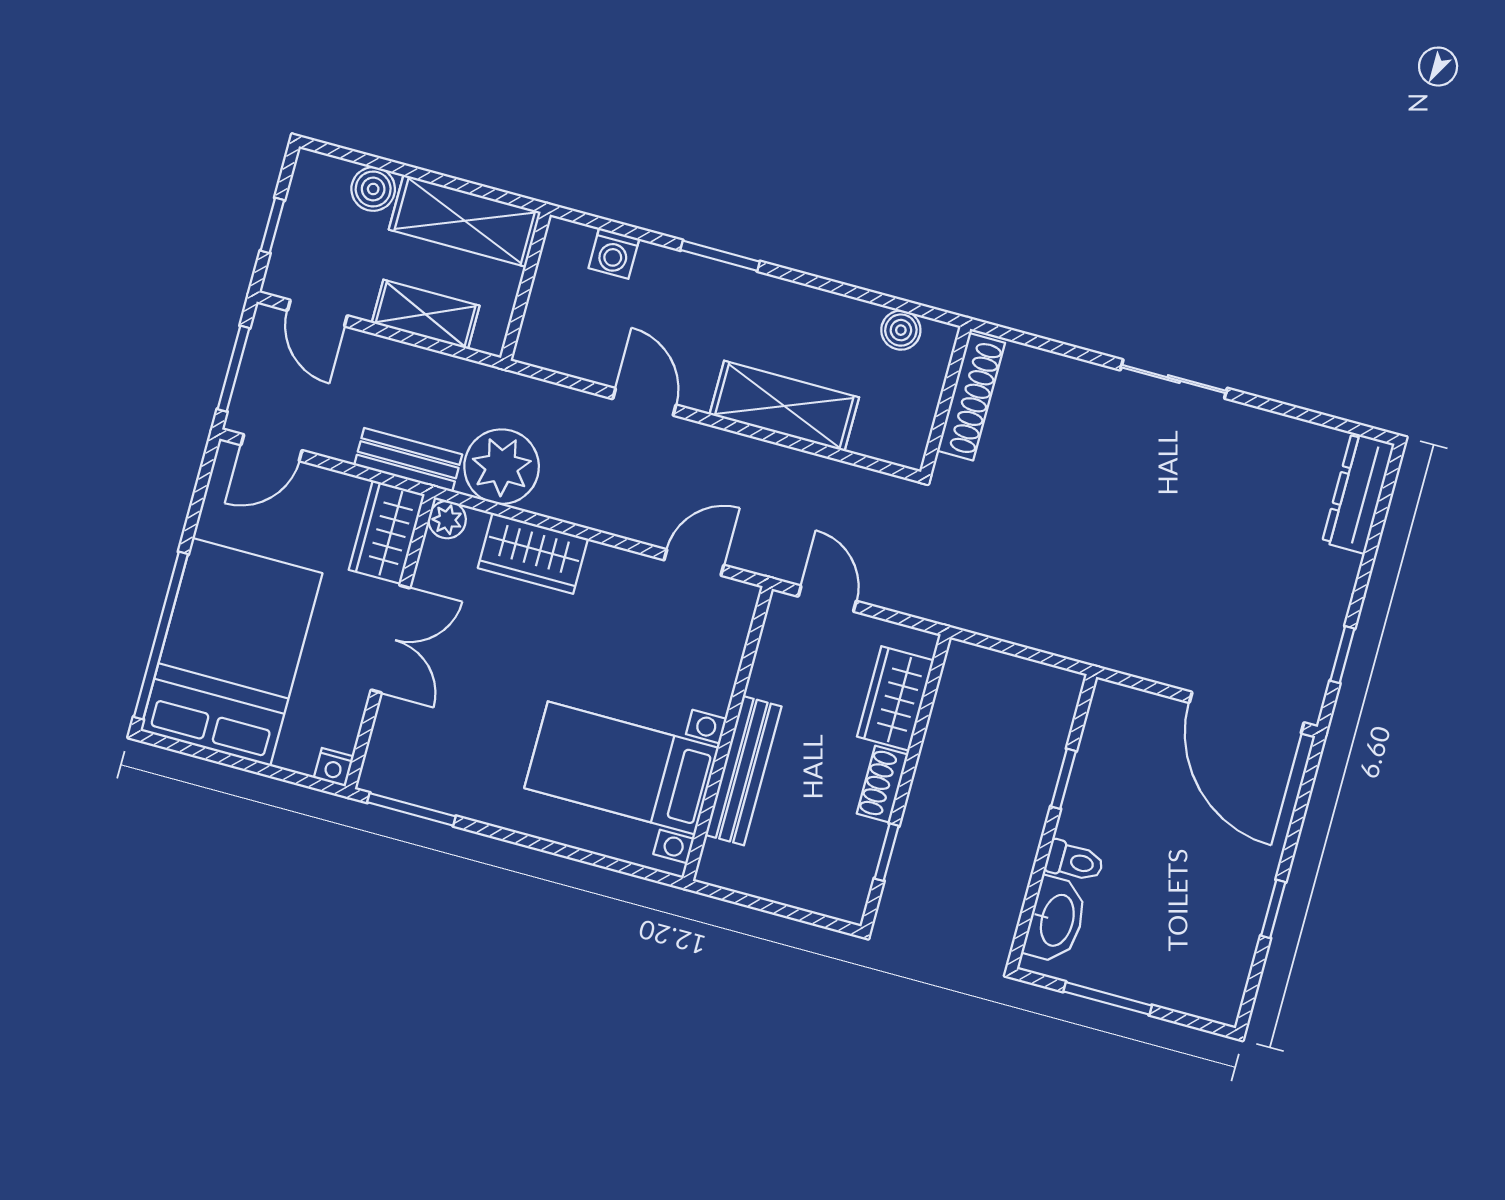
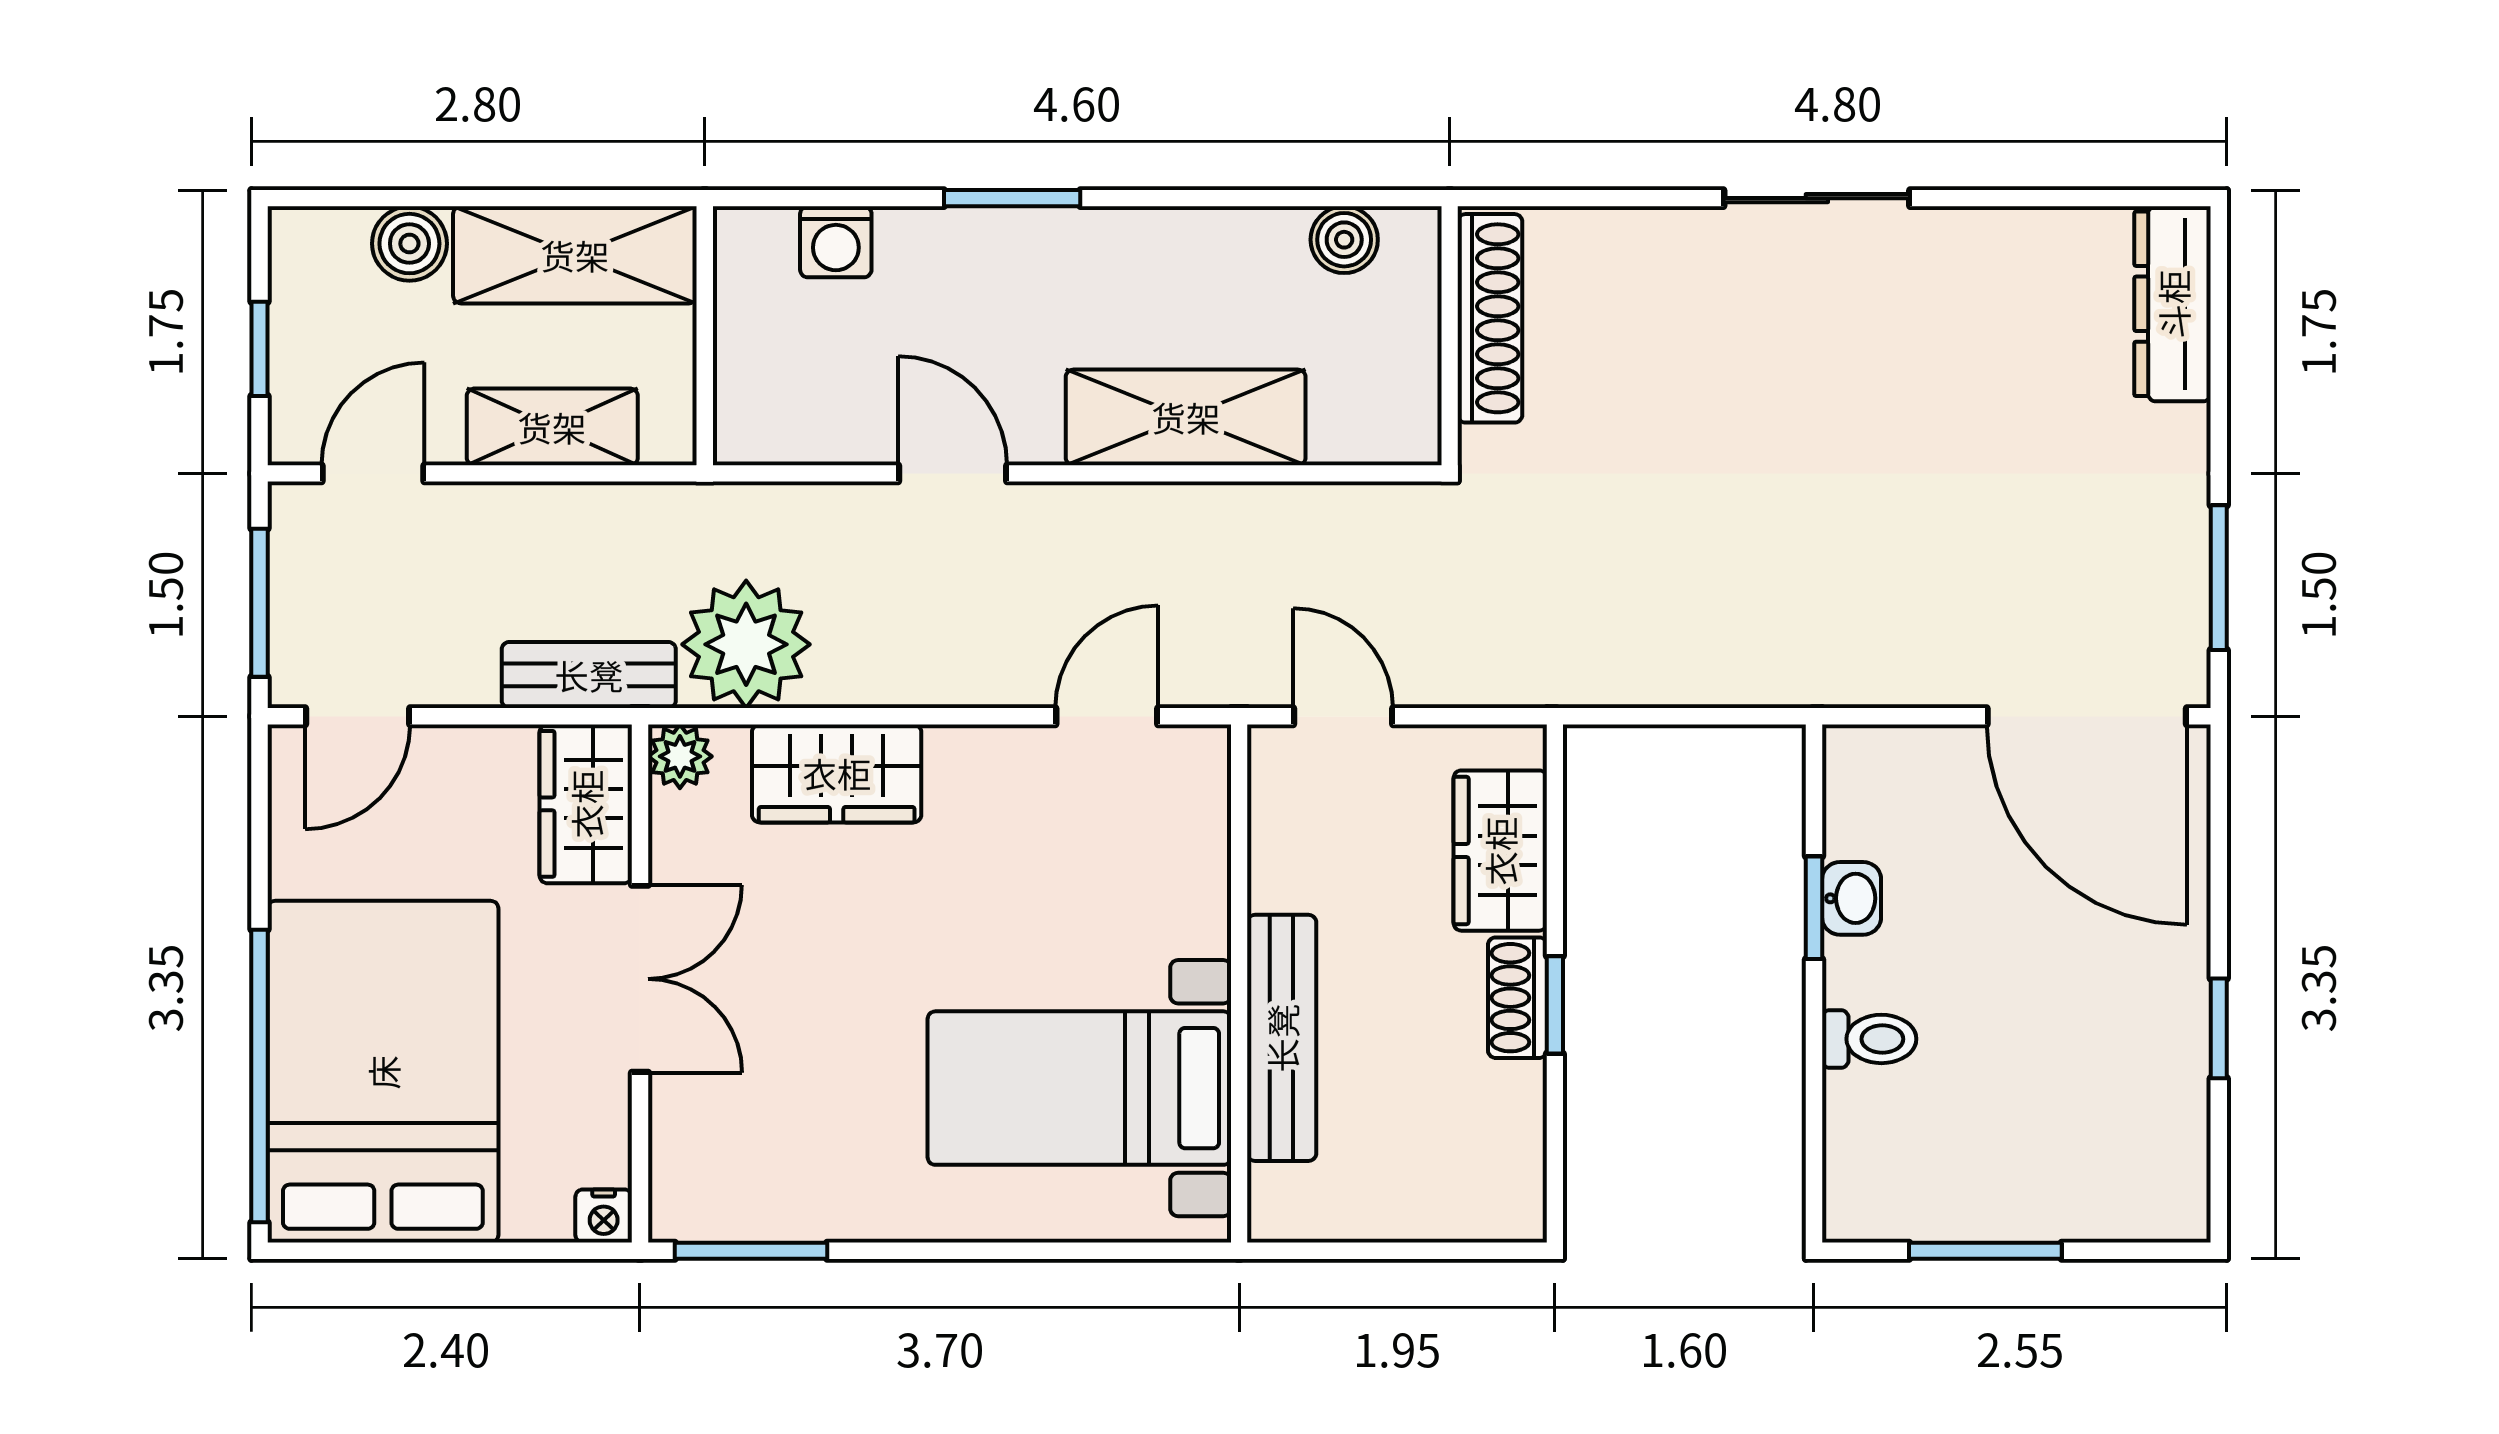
door: (317, 313) -> (373, 473), swing flipped
window: (1342, 655) -> (2219, 578), width x1.50
window: (887, 852) -> (1555, 1005), moved
washbasin: (1056, 920) -> (1852, 898), moved, width x0.52, depth x0.69

